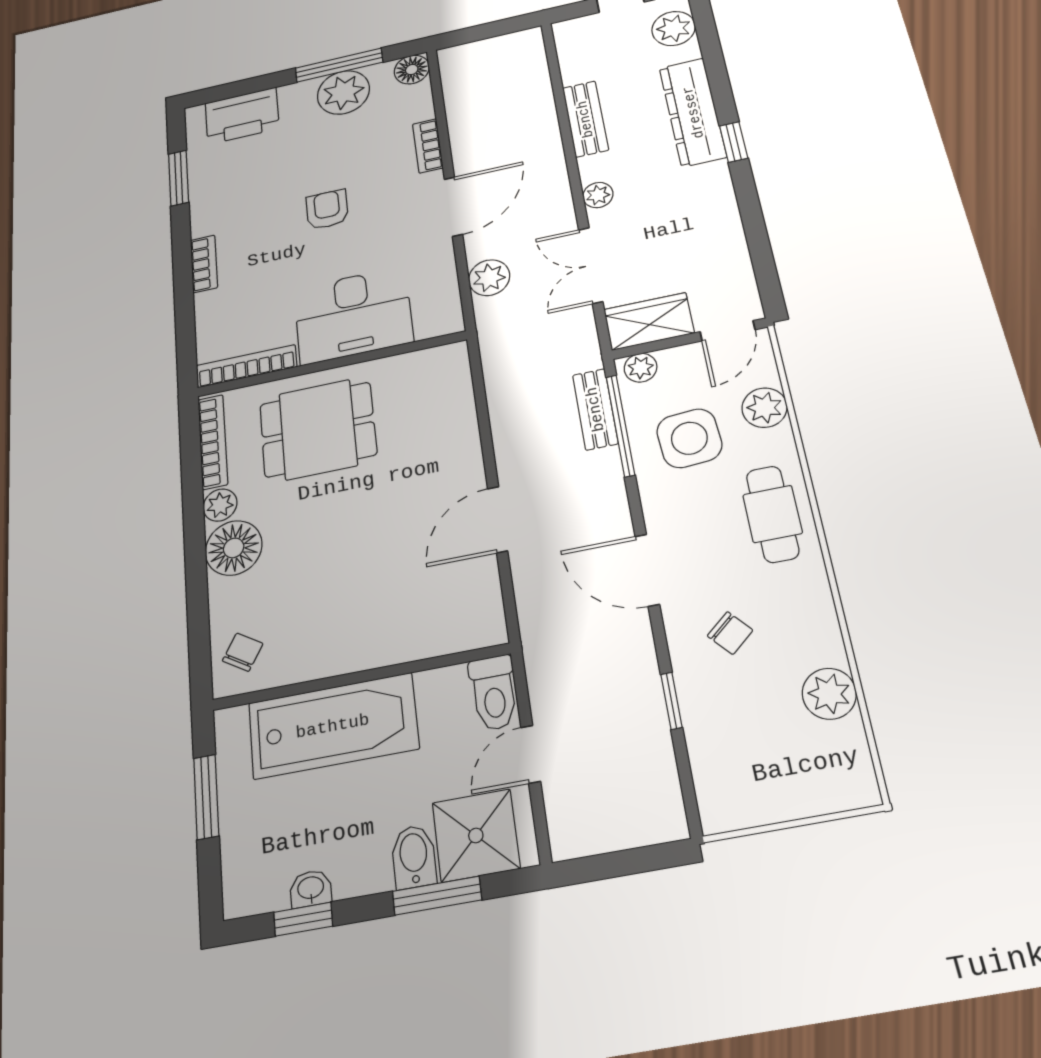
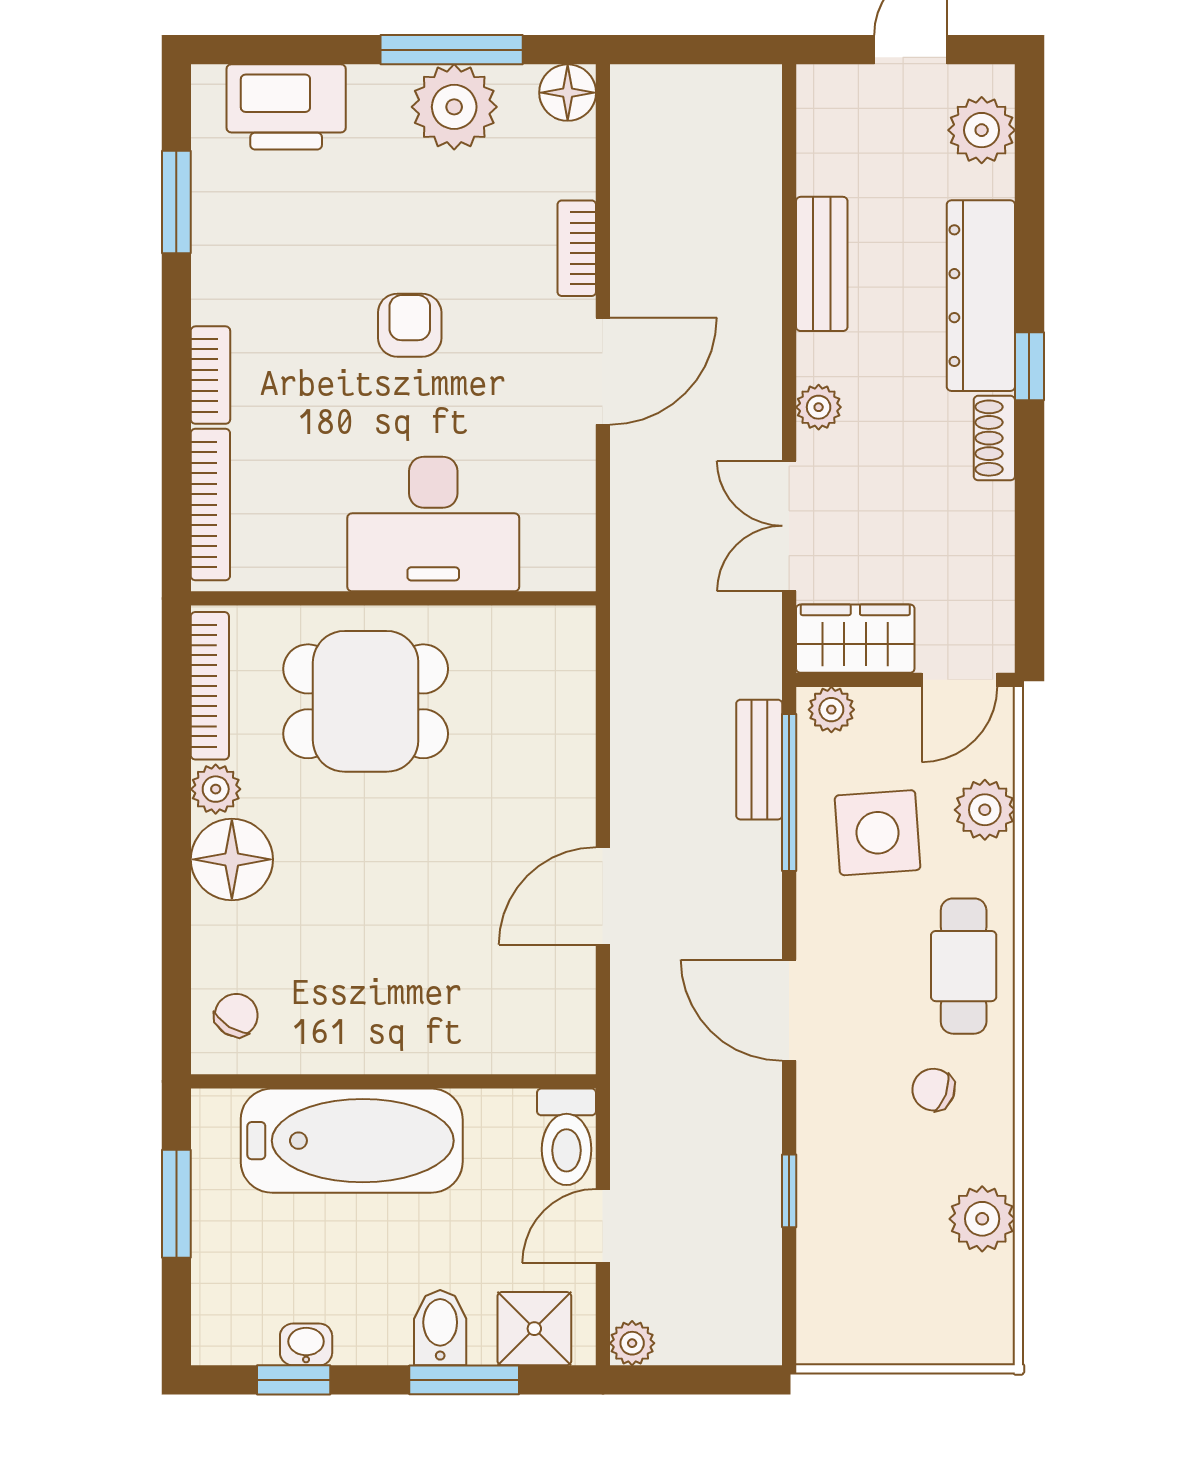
shoe rack: (719, 186) -> (994, 438), added
plant: (489, 278) -> (632, 1343), moved, width x0.73, depth x0.73
bookcase: (246, 366) -> (210, 505), moved, turned 90
chair: (730, 633) -> (933, 1090), moved, turned 151
shower: (476, 835) -> (534, 1329), width x0.73, depth x0.73

